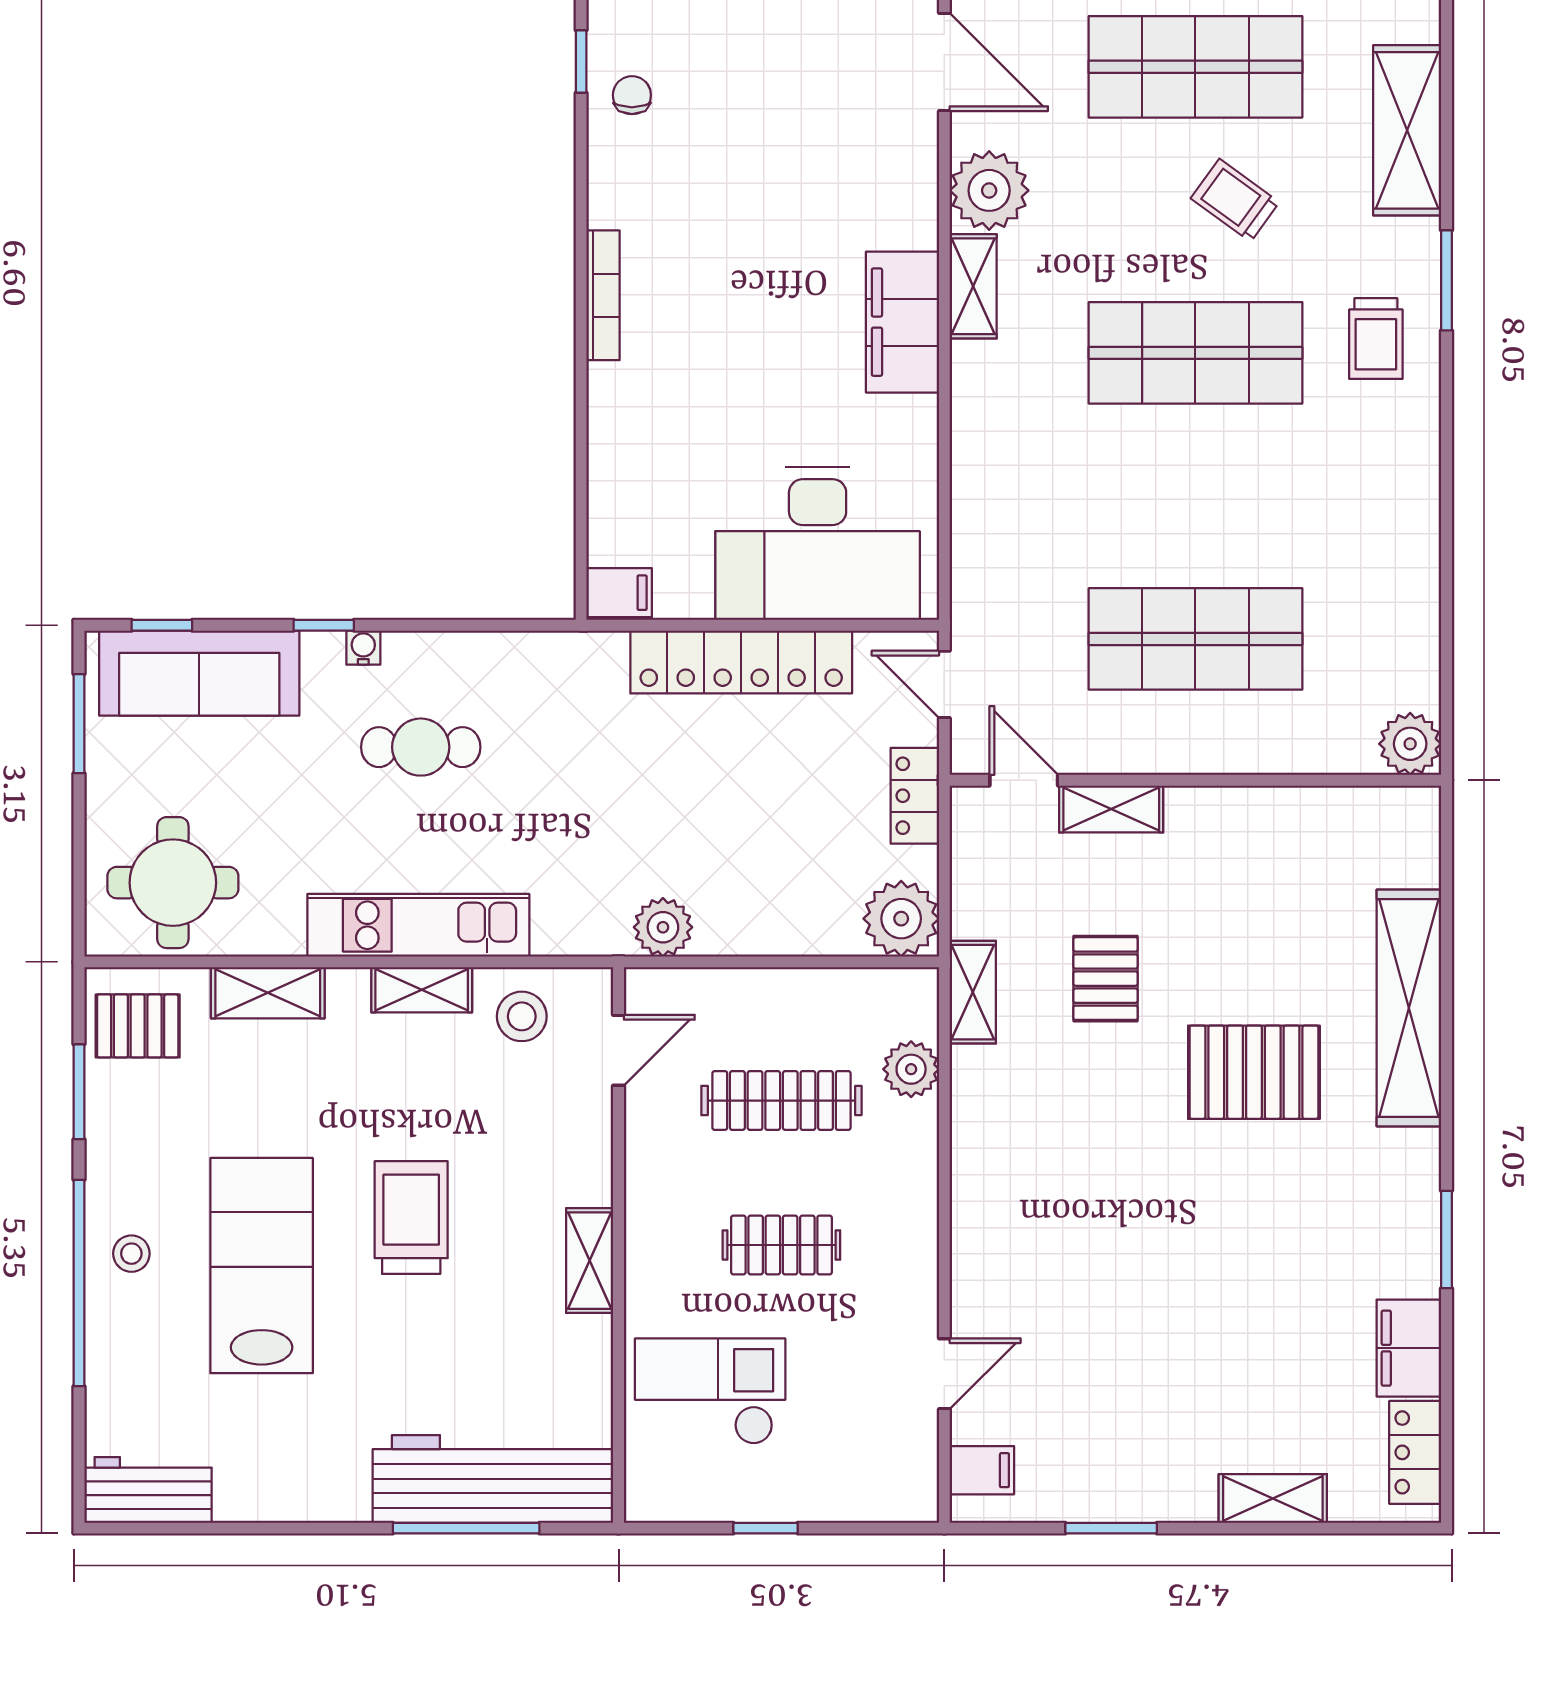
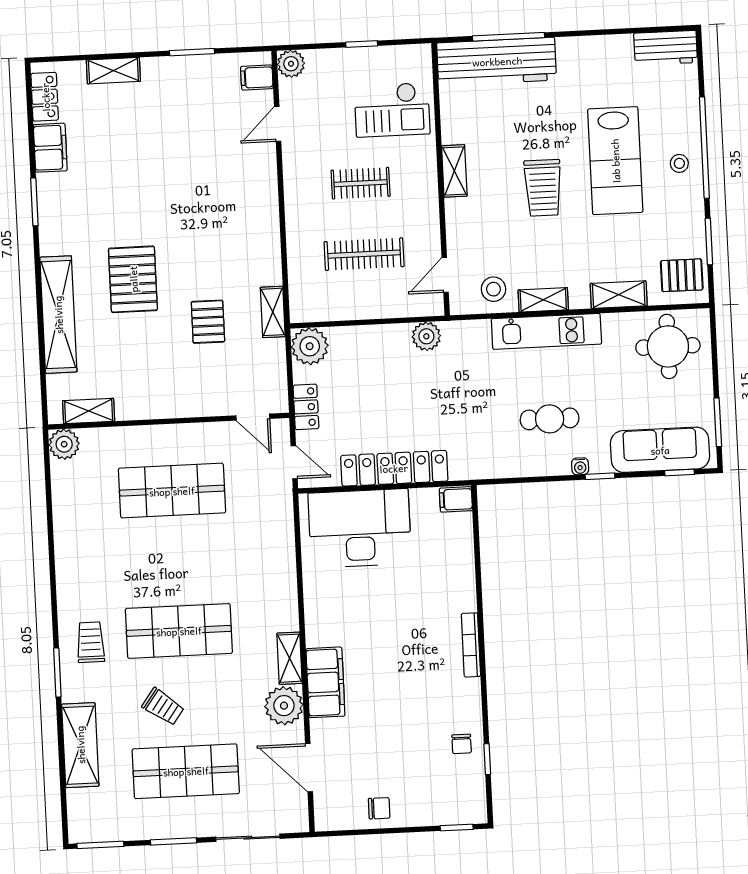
filing cabinet: (903, 322) -> (325, 682), moved
shelving: (1111, 809) -> (89, 411), moved
plant: (911, 1069) -> (291, 64), moved
pallet: (1254, 1072) -> (133, 279), turned 90

